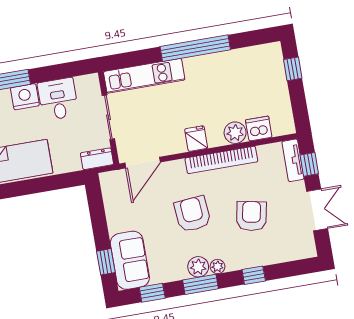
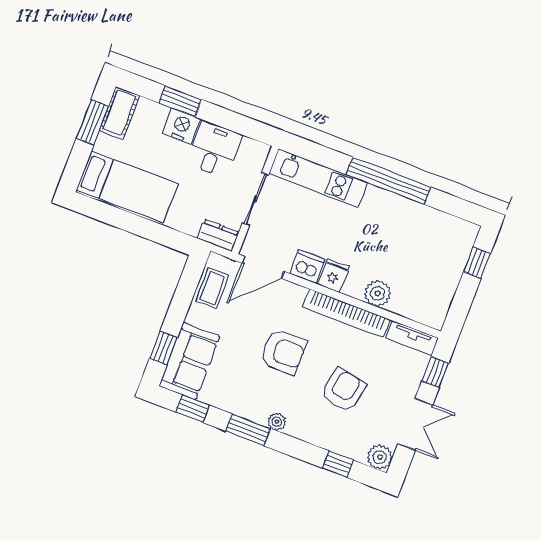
dishwasher: (259, 129) -> (307, 266), moved
tv unit: (293, 160) -> (412, 338), moved, turned -90
coffee table: (115, 199) -> (212, 288), added
armchair: (193, 214) -> (283, 352), turned 95
plant: (198, 267) -> (380, 457), moved
window: (254, 275) -> (338, 464), moved

